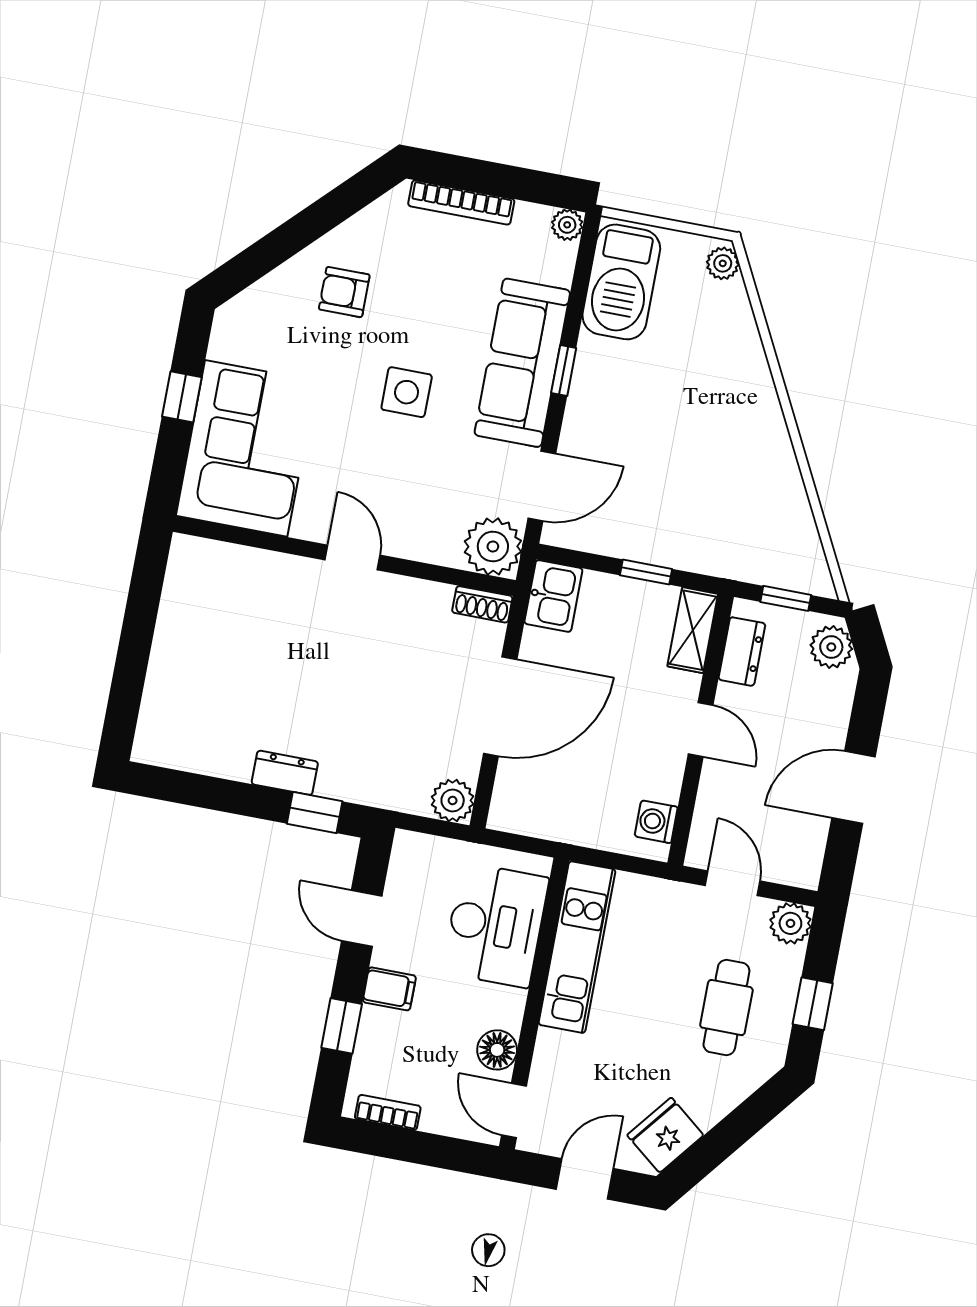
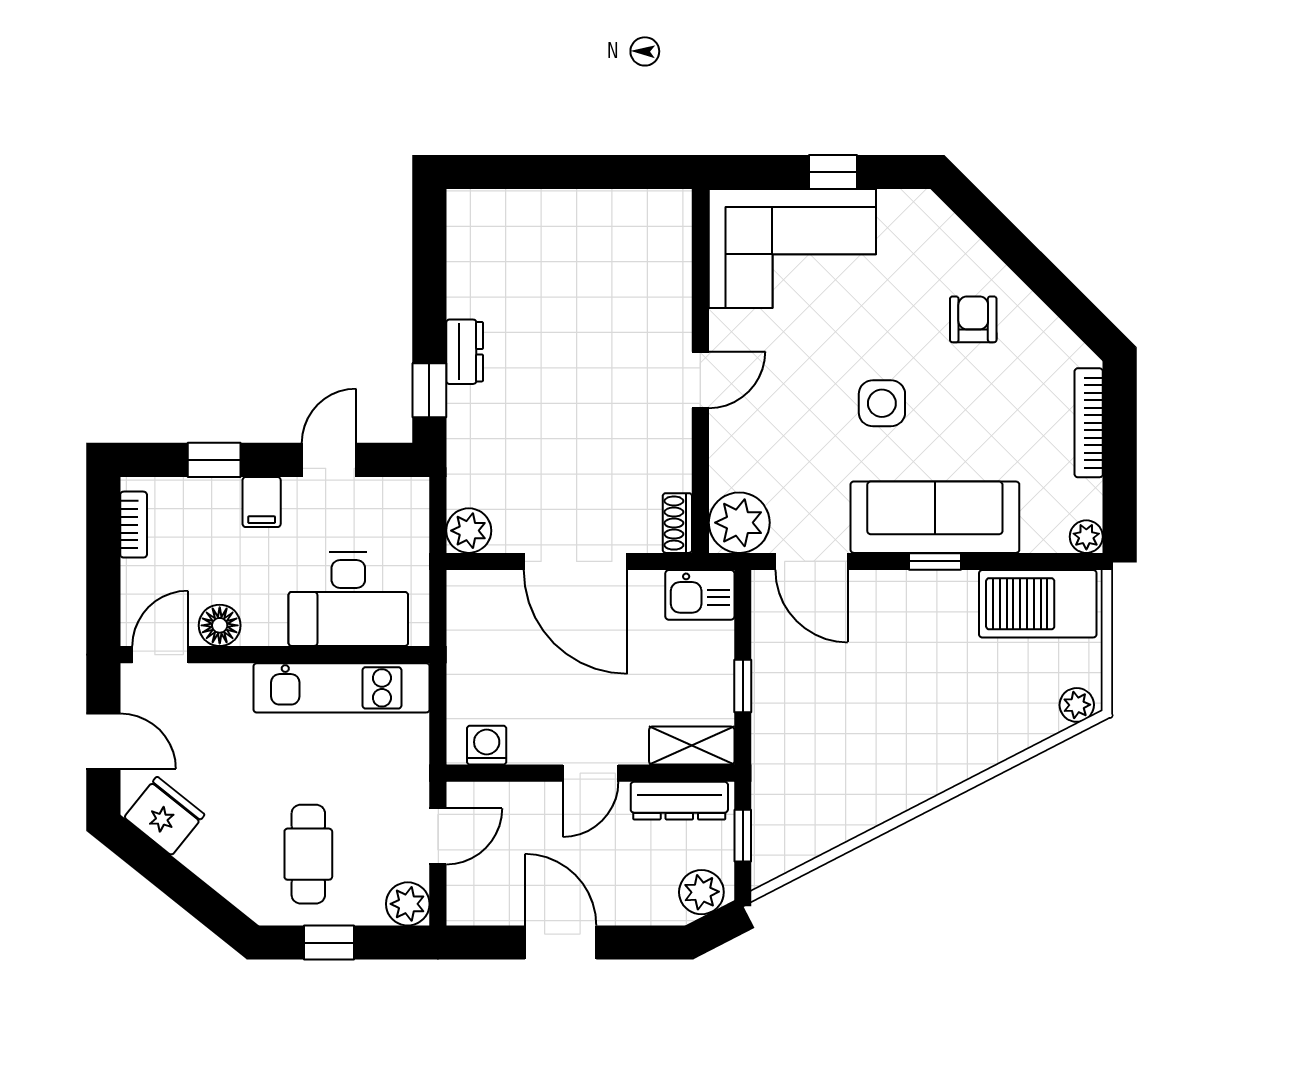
dresser: (742, 652) -> (679, 801), width x1.44
cafe table: (726, 1007) -> (308, 854), turned 90

